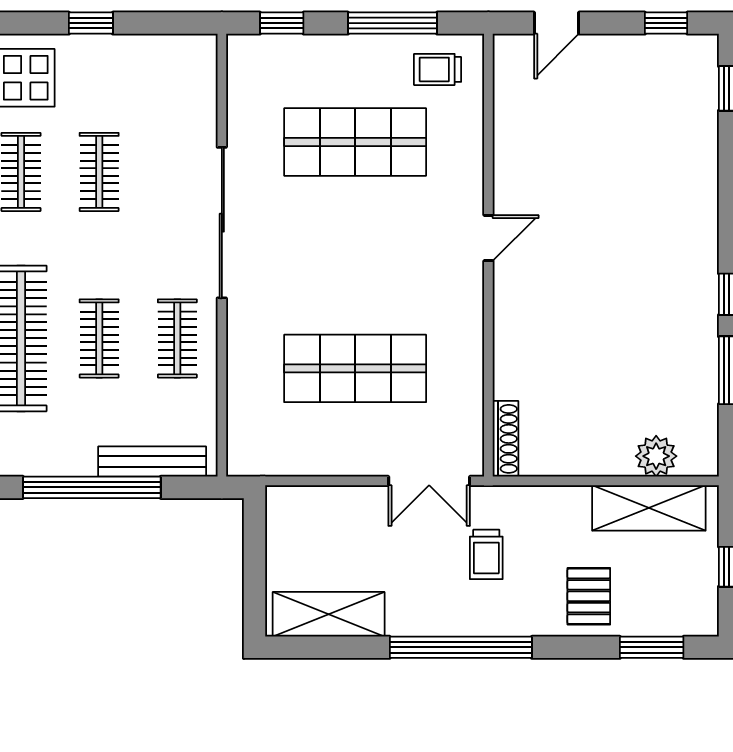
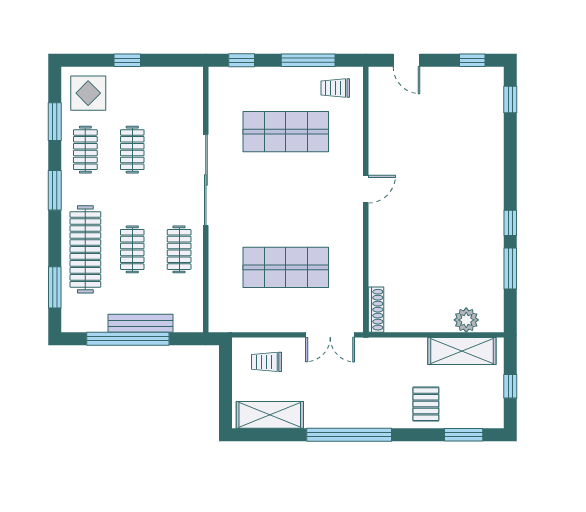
door: (557, 23) -> (407, 60), hinge flipped
bench: (152, 462) -> (141, 323), moved
trolley: (486, 554) -> (266, 362), moved, turned 90

